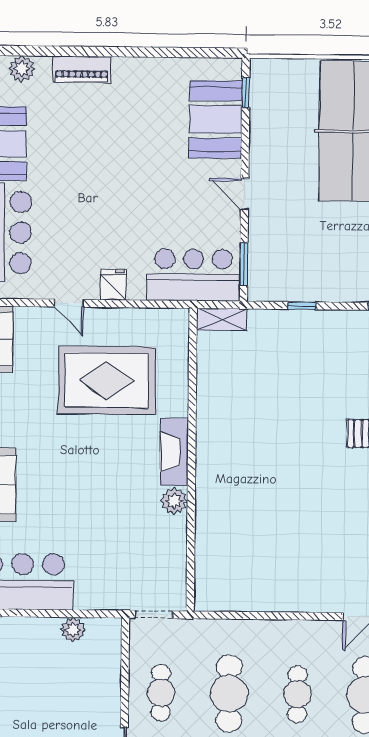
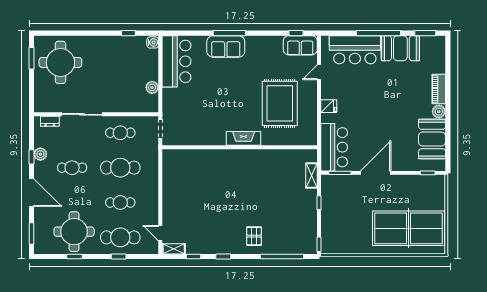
plant: (22, 69) -> (439, 111), moved
booth: (216, 120) -> (432, 139), moved, turned 90
door: (245, 194) -> (376, 173), width x1.88
door: (69, 303) -> (319, 72), moved
shelving: (221, 320) -> (311, 175), moved
plant: (174, 501) -> (218, 138), removed

